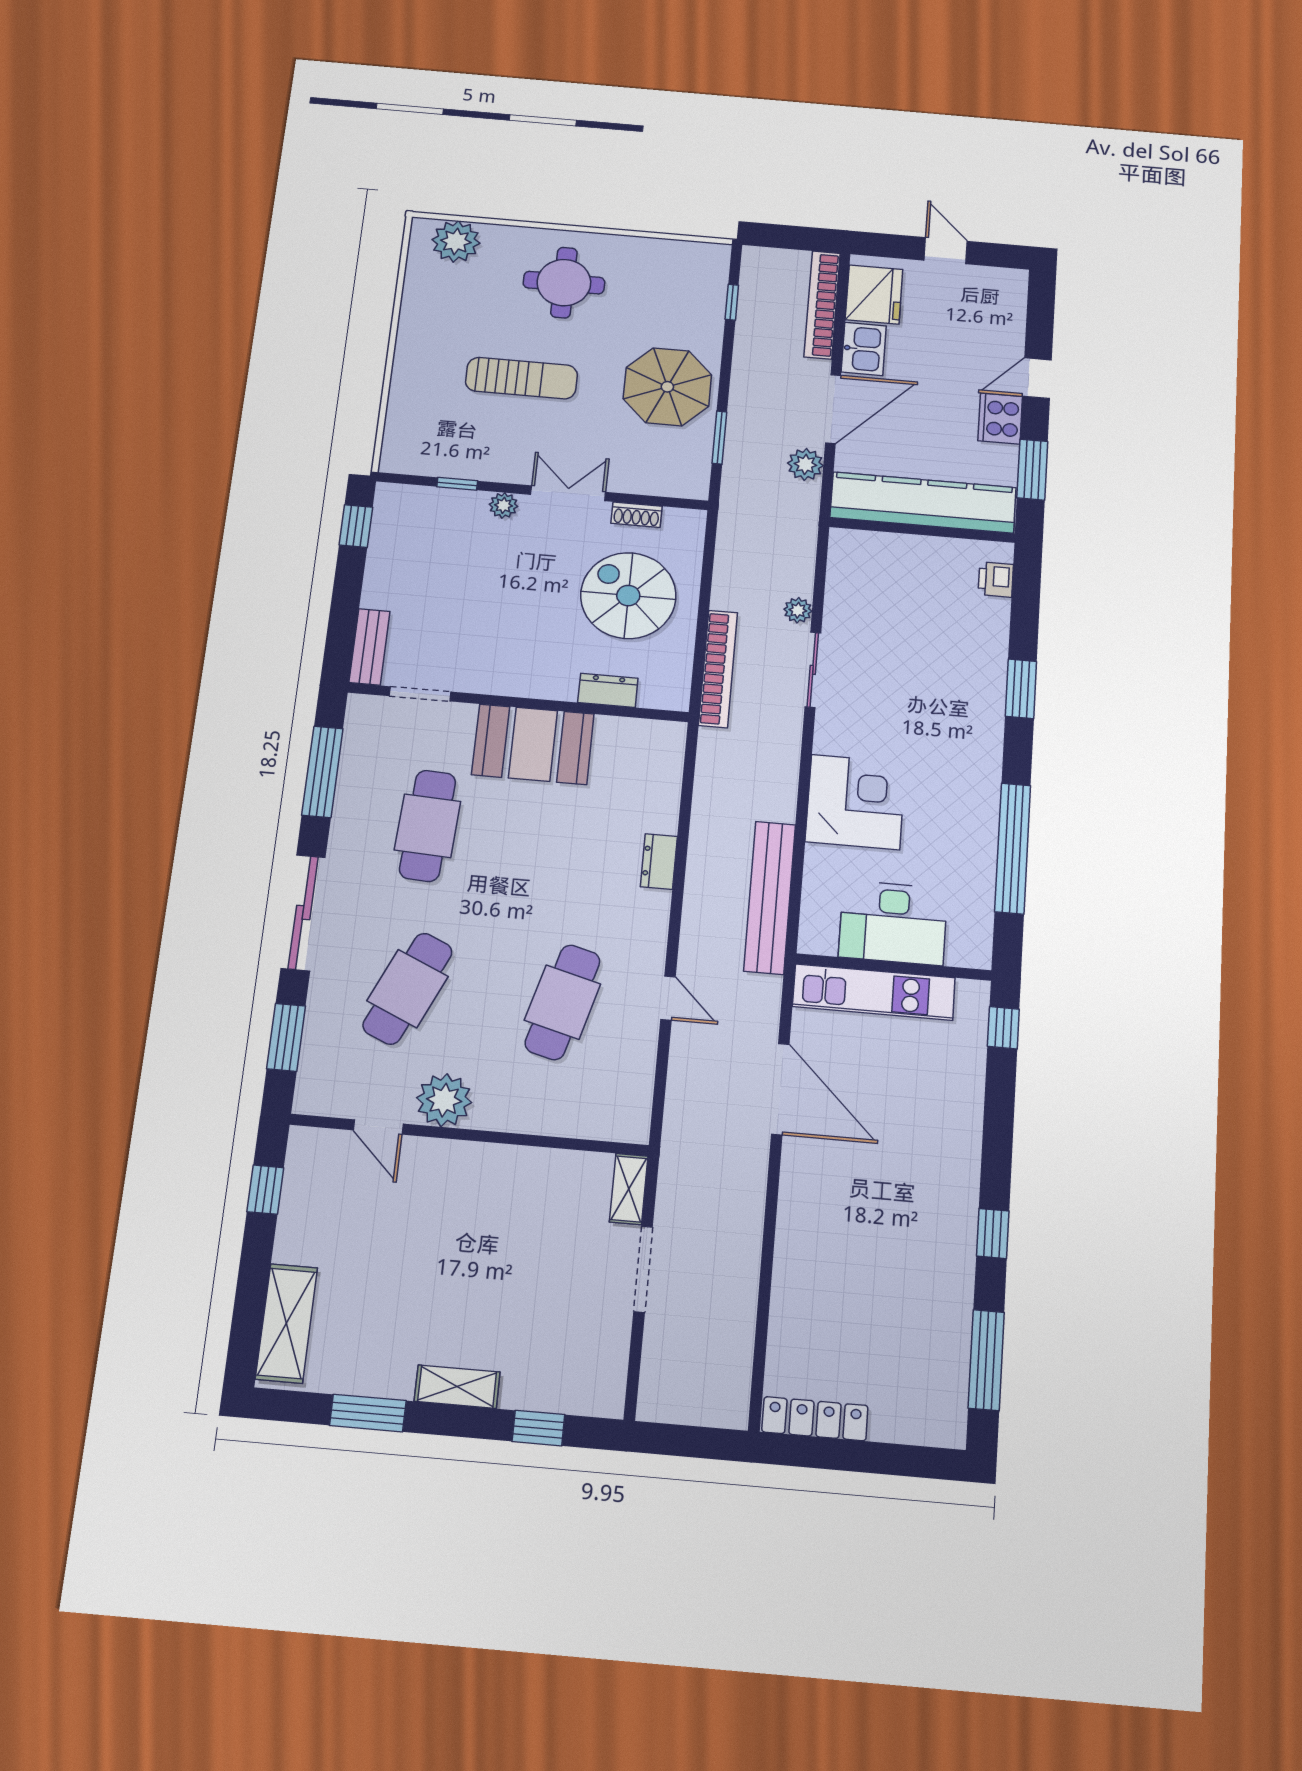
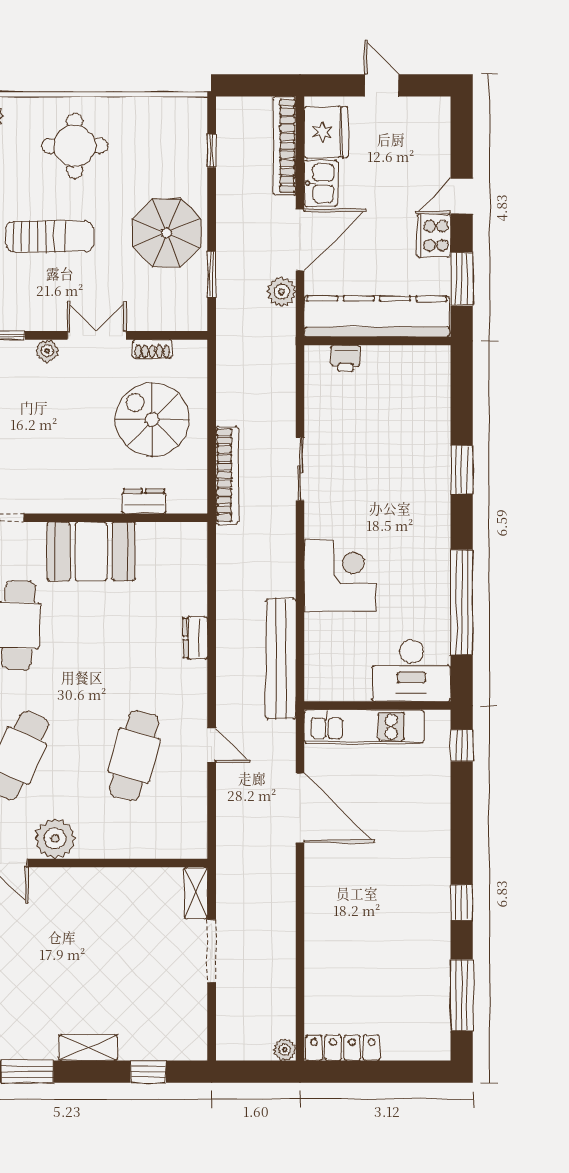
printer: (996, 579) -> (346, 358), moved, turned -90
plant: (798, 610) -> (285, 1050), moved
desk: (893, 923) -> (411, 671), moved

